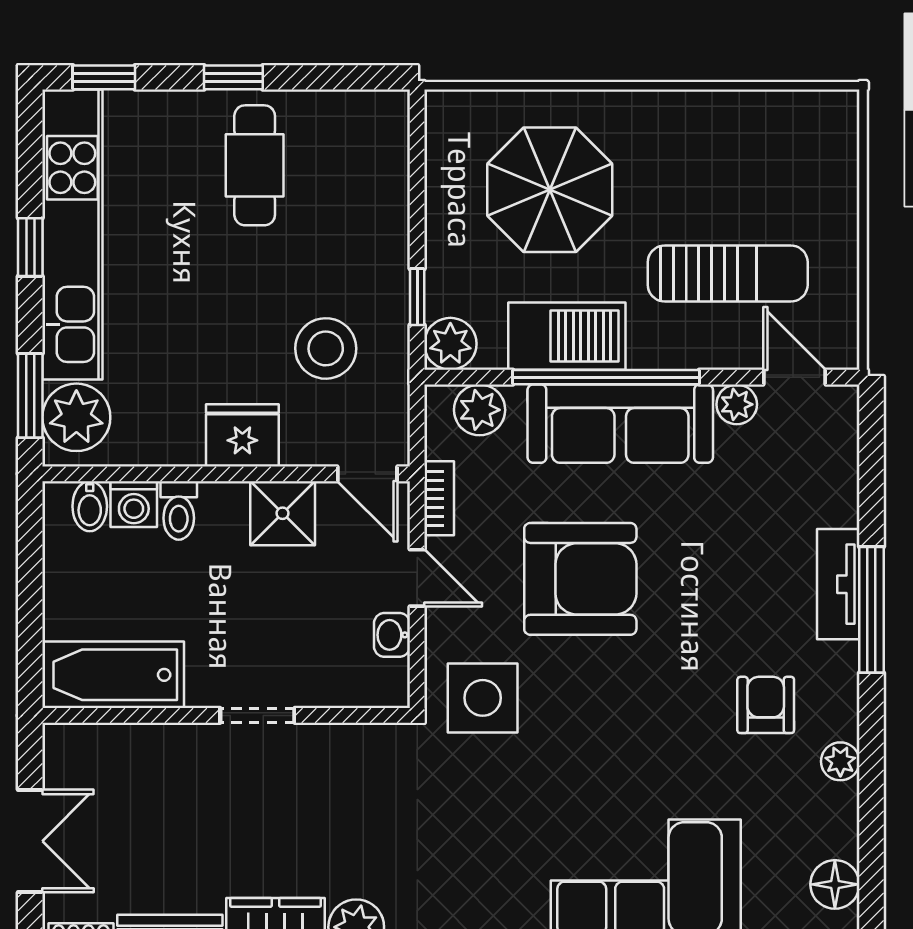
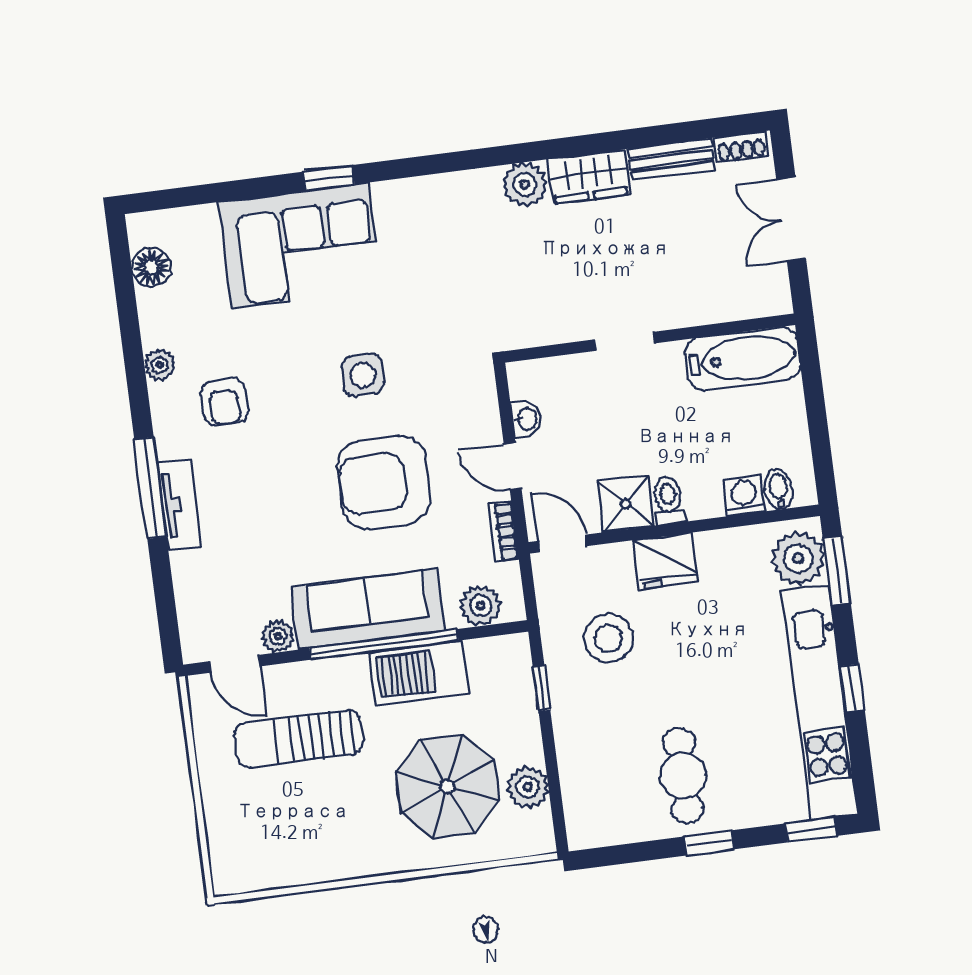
plant: (450, 344) -> (528, 787), moved
toilet: (179, 510) -> (669, 500), moved
side table: (483, 698) -> (363, 375), moved, width x0.73, depth x0.73

